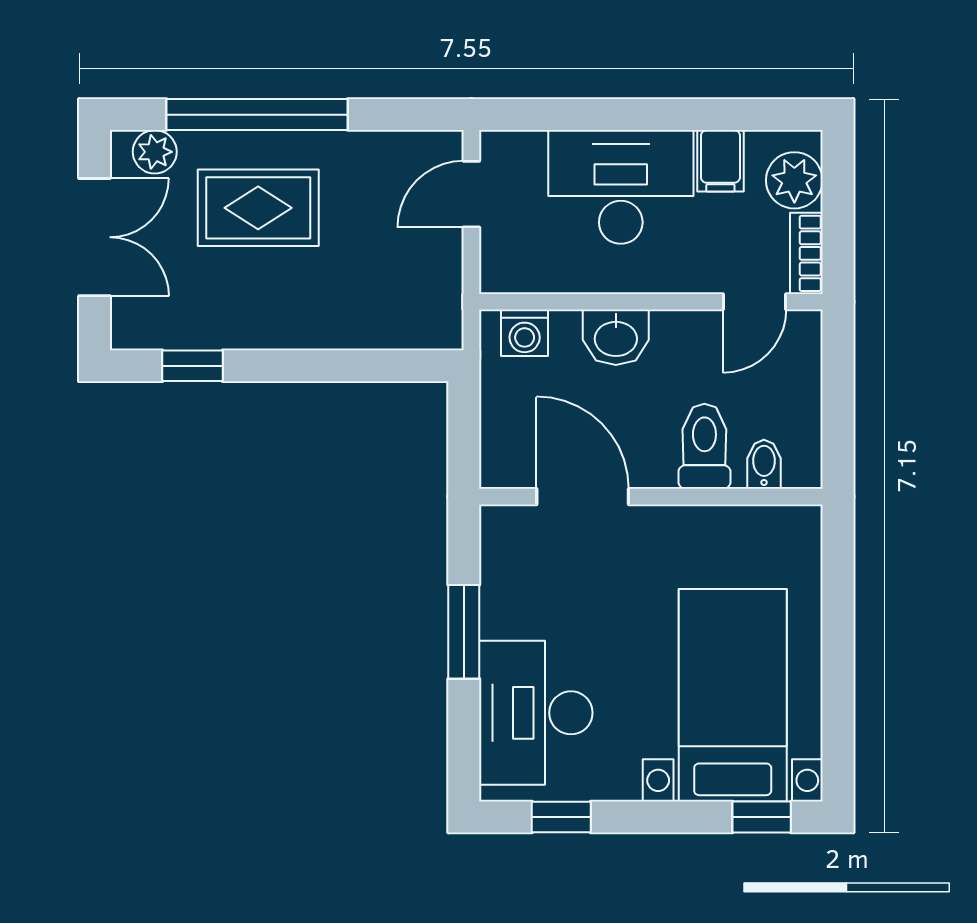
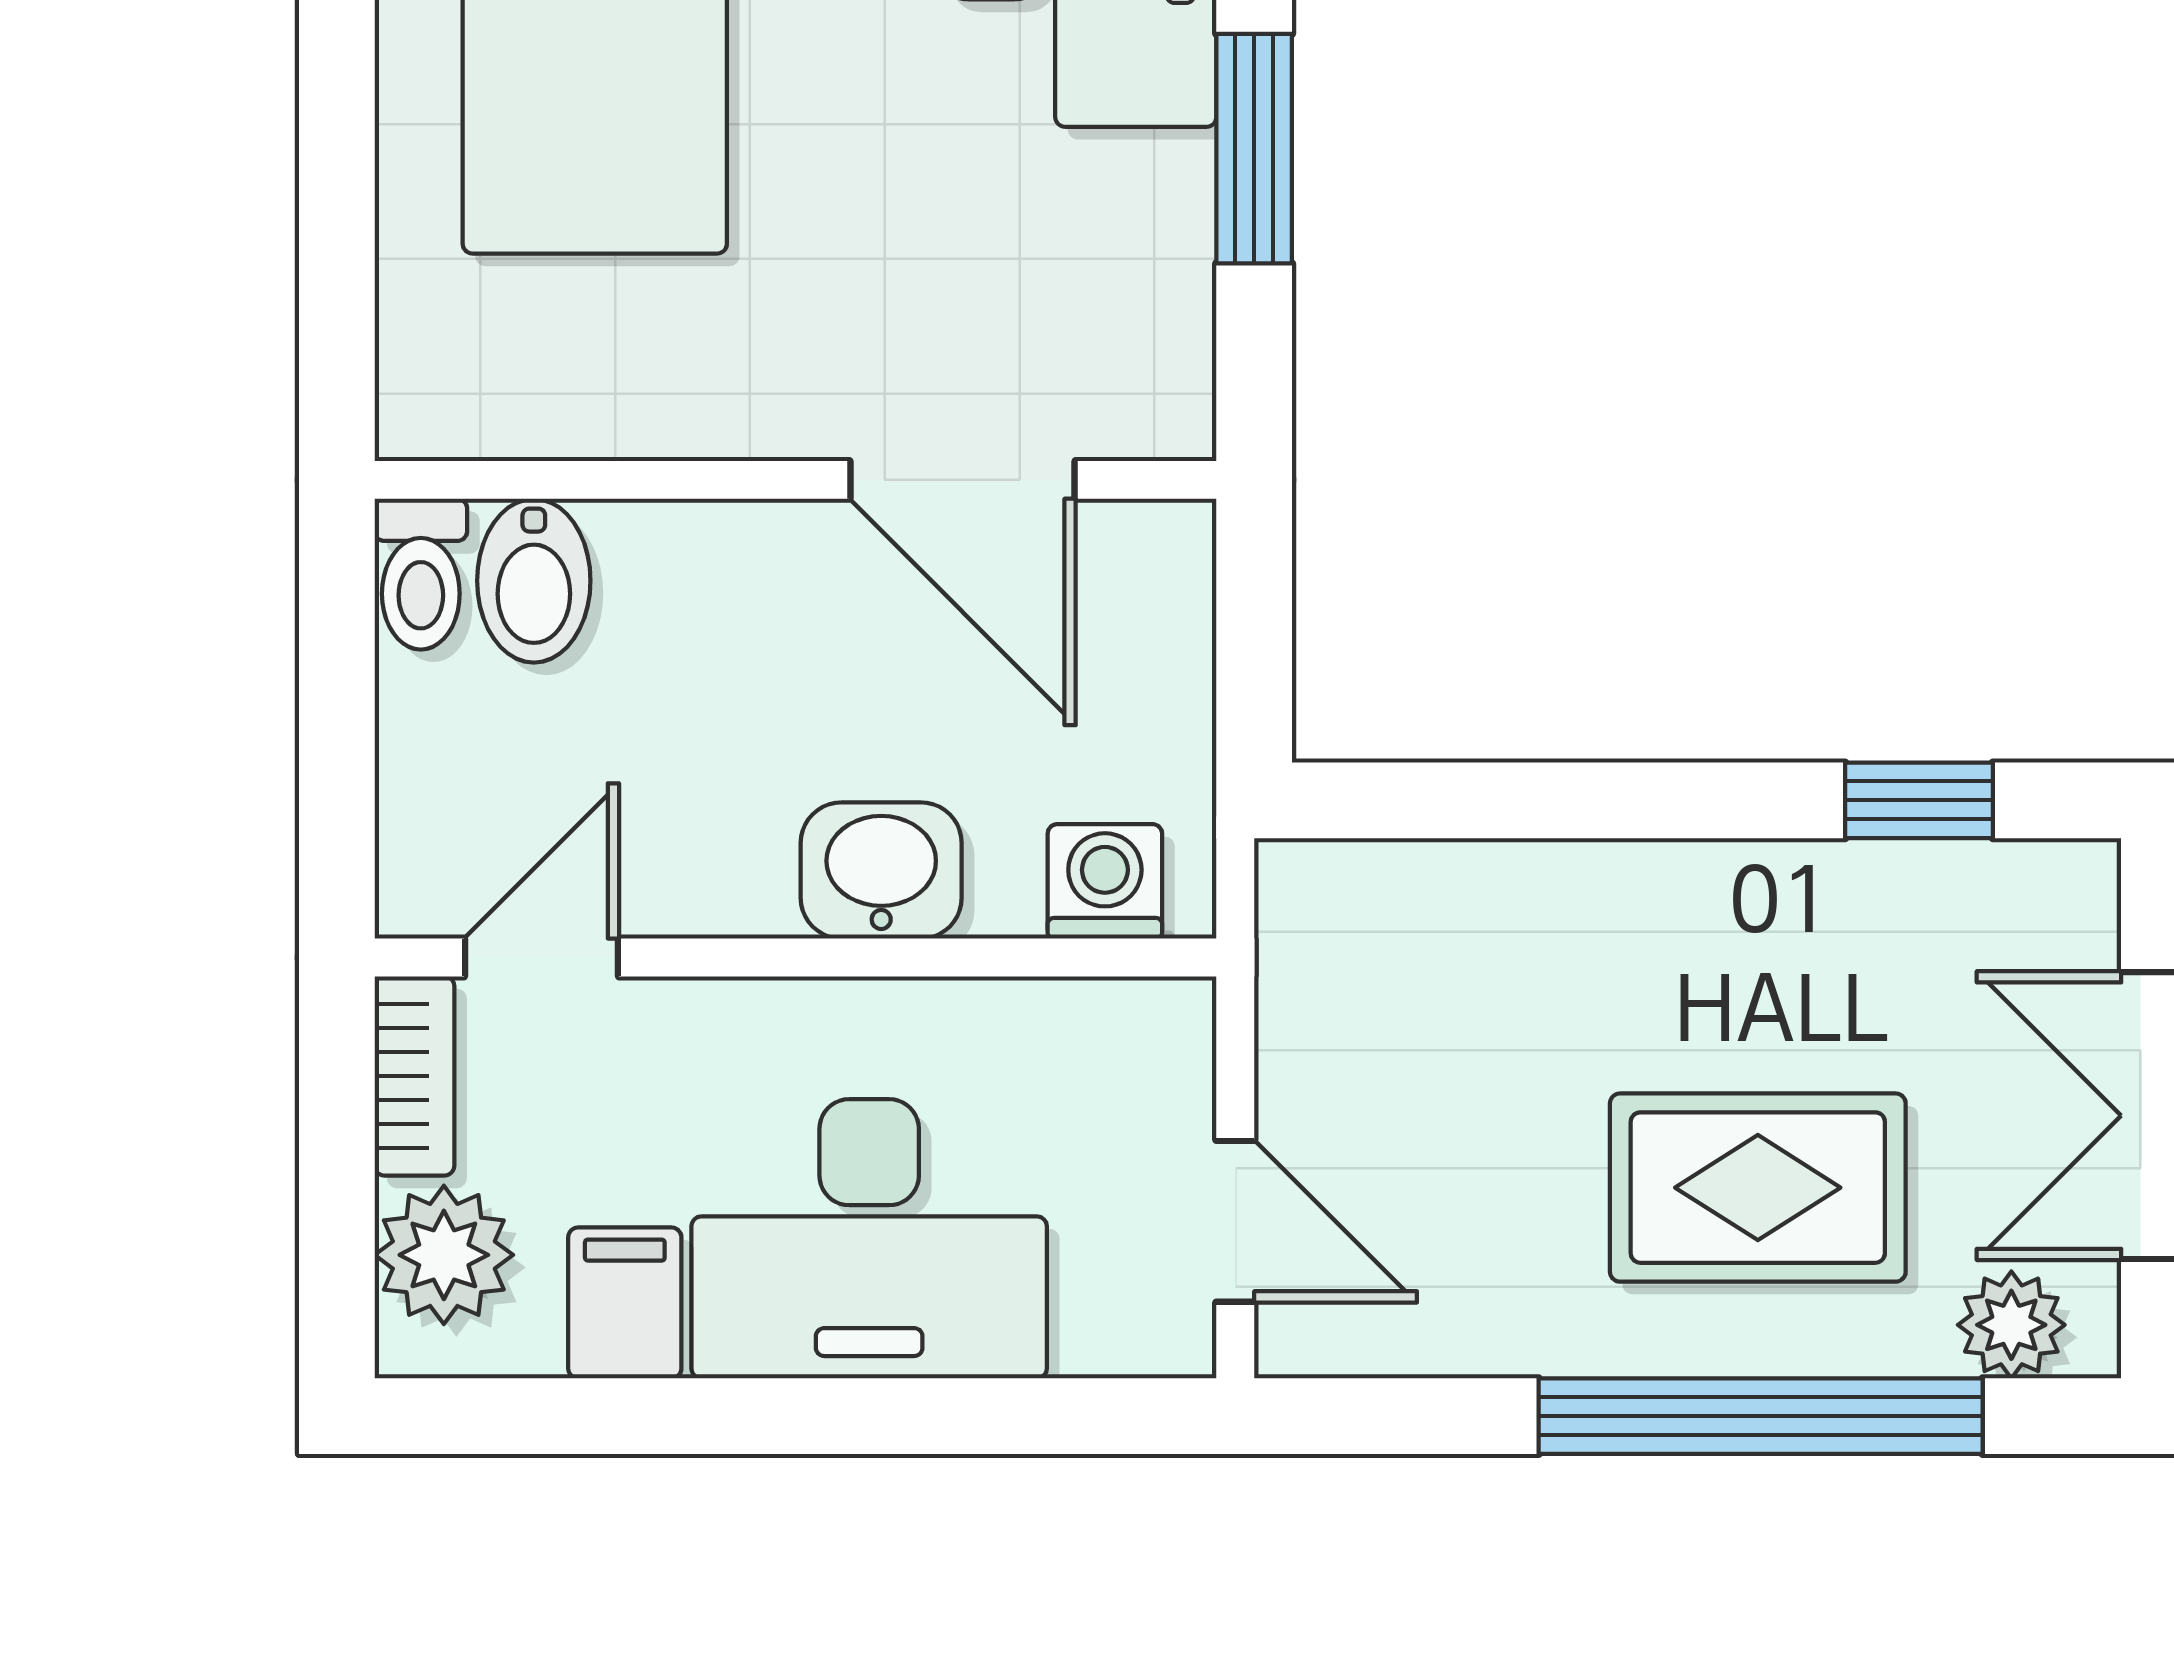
door: (471, 194) -> (1235, 1221), hinge flipped
toilet: (704, 446) -> (421, 574), moved, width x0.73, depth x0.72
bidet: (764, 464) -> (534, 581), width x1.38, depth x1.36

